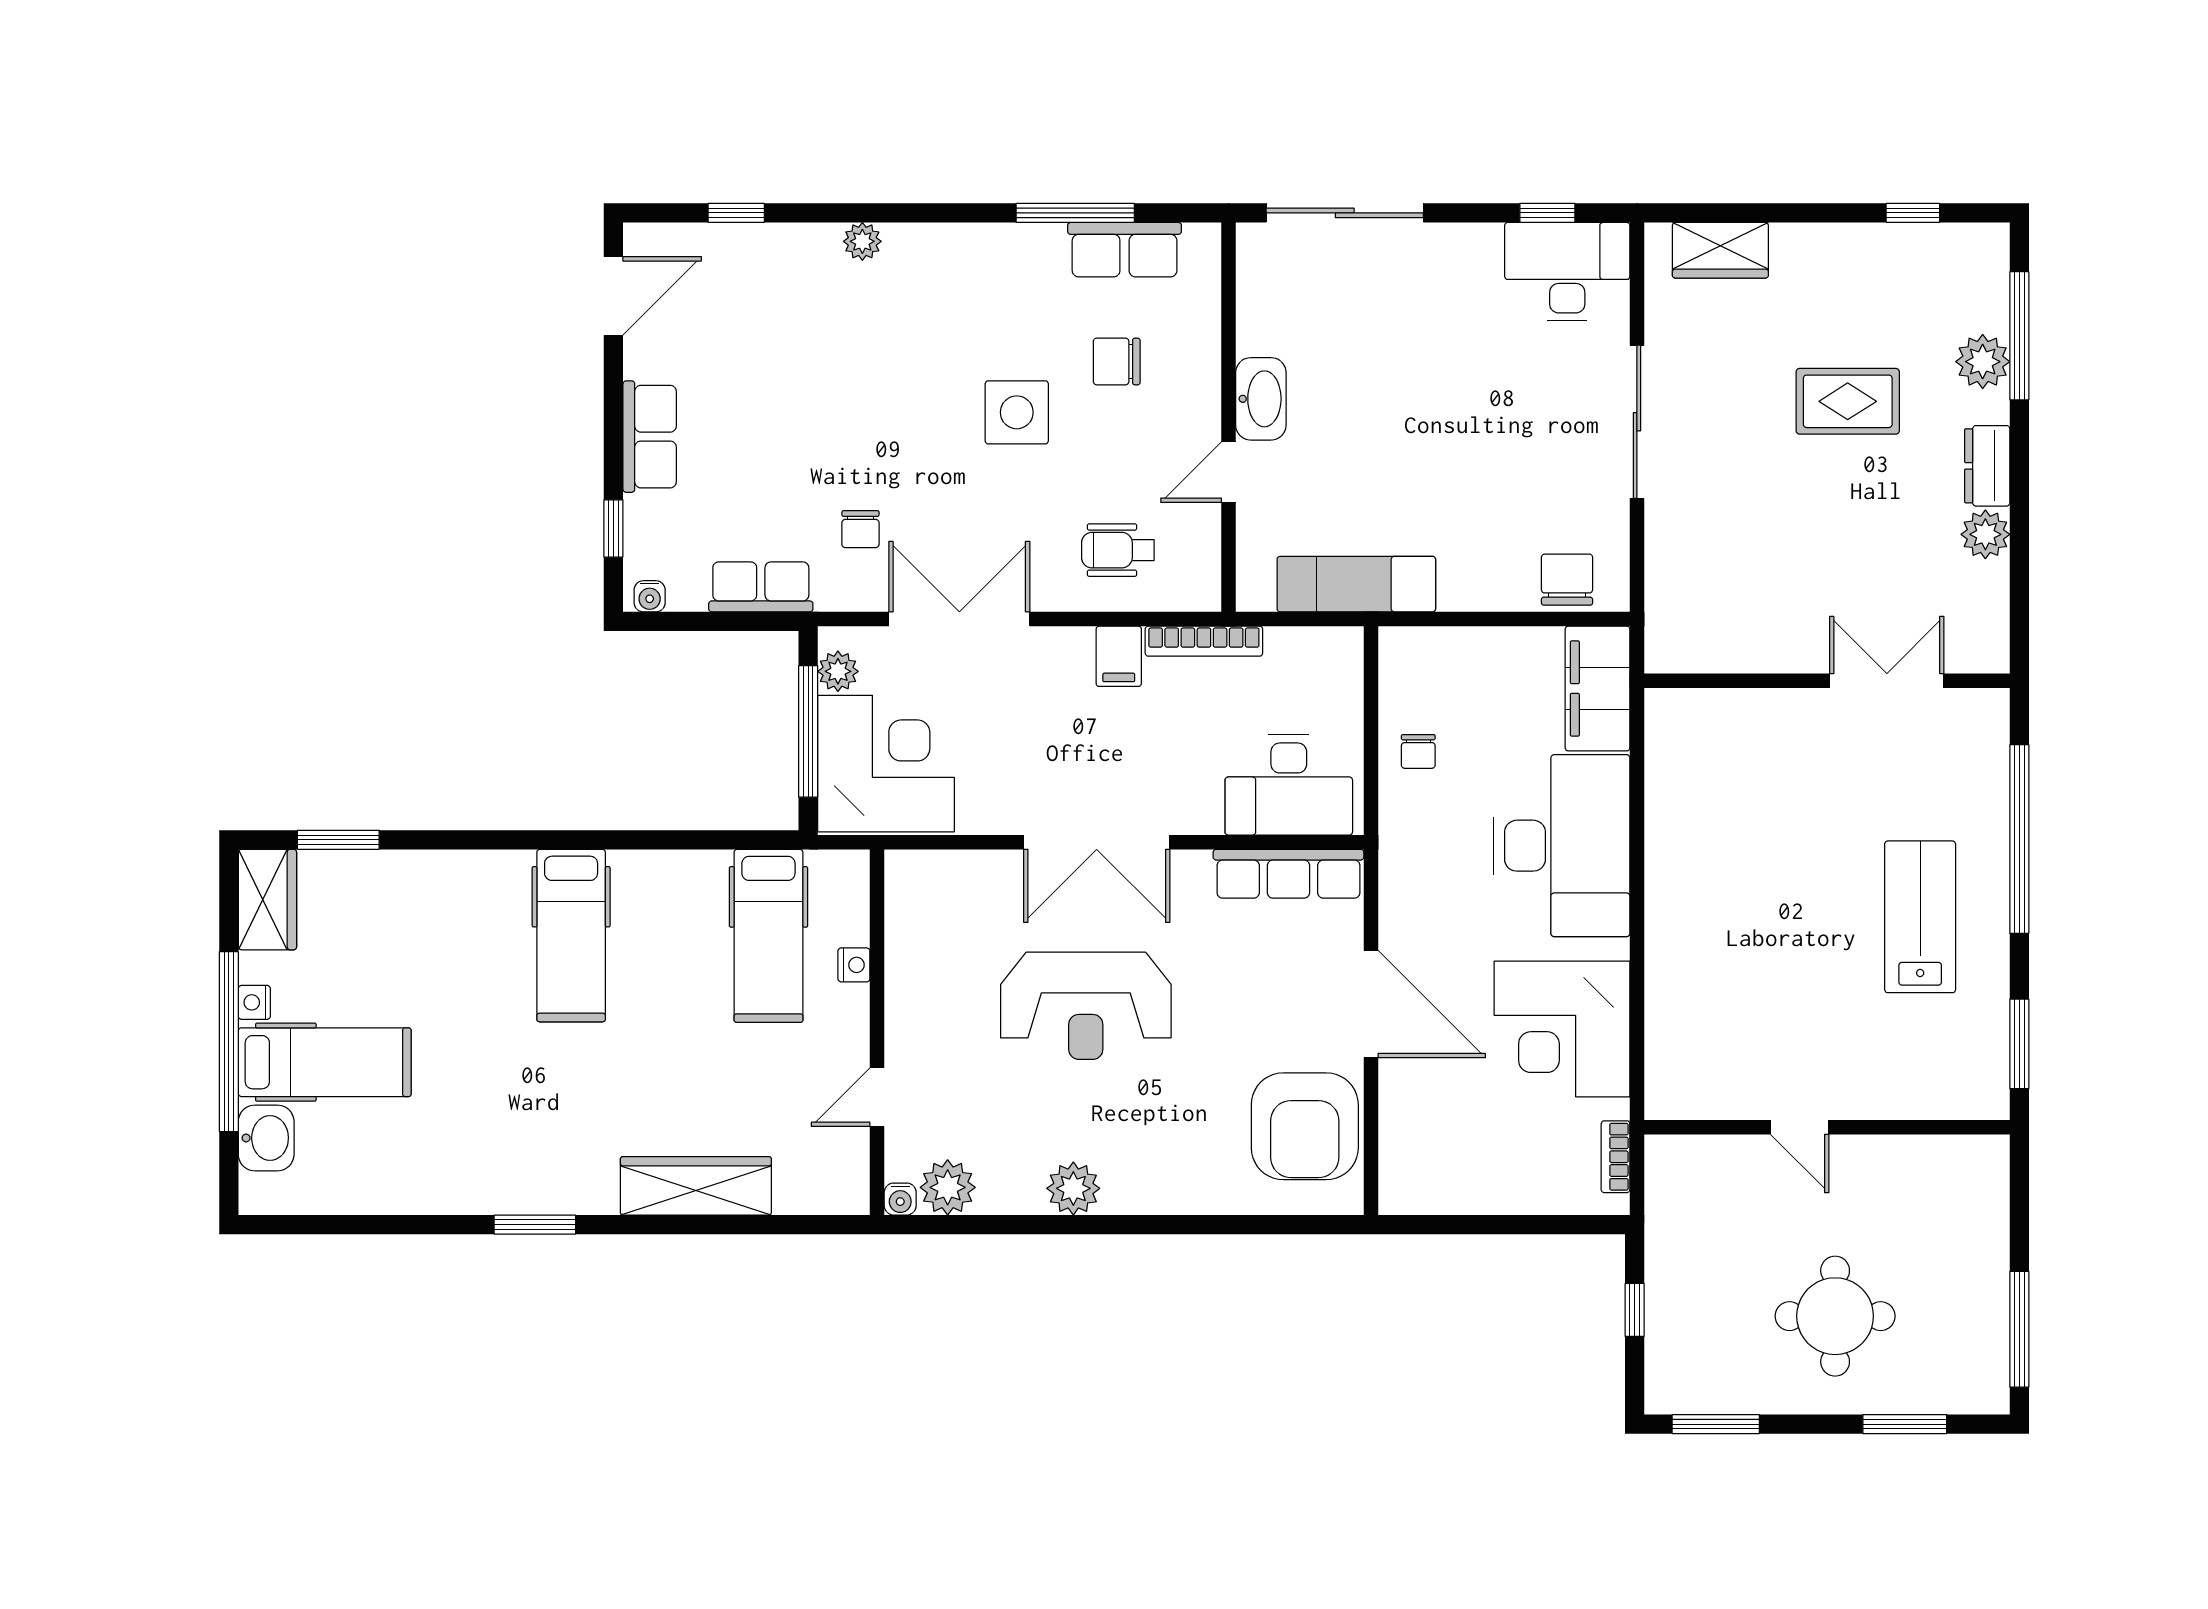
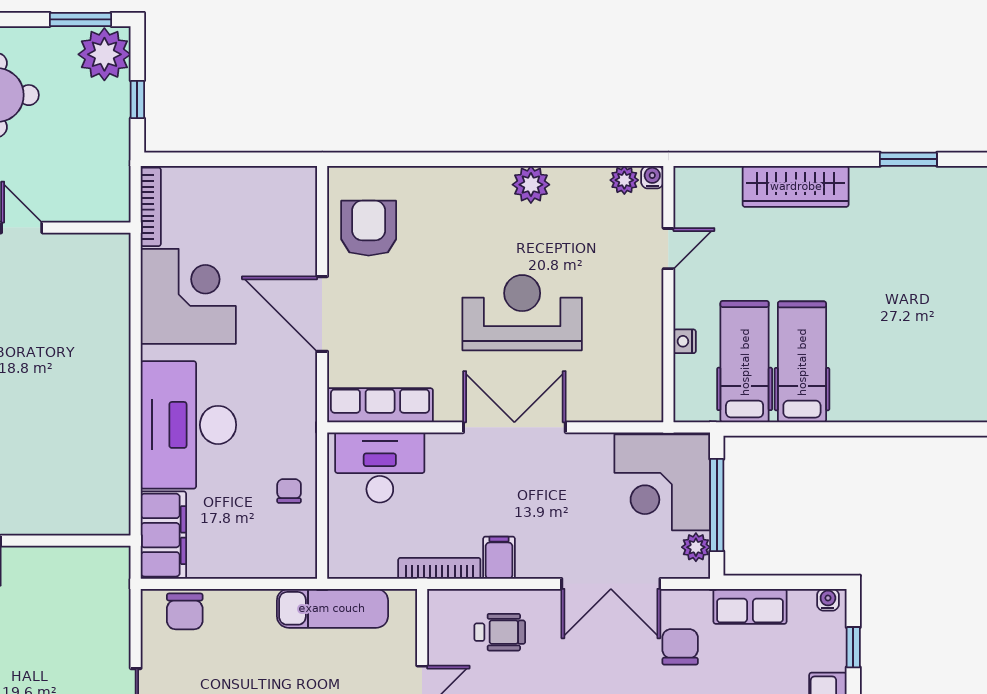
chair: (860, 529) -> (680, 647), width x1.37, depth x1.37
hospital bed: (571, 936) -> (802, 362), moved
armchair: (1305, 1126) -> (369, 228), width x0.73, depth x0.73
bookcase: (1616, 1157) -> (151, 207), width x1.56
plant: (948, 1187) -> (624, 180), width x0.73, depth x0.73
plant: (1682, 1374) -> (104, 54), added

